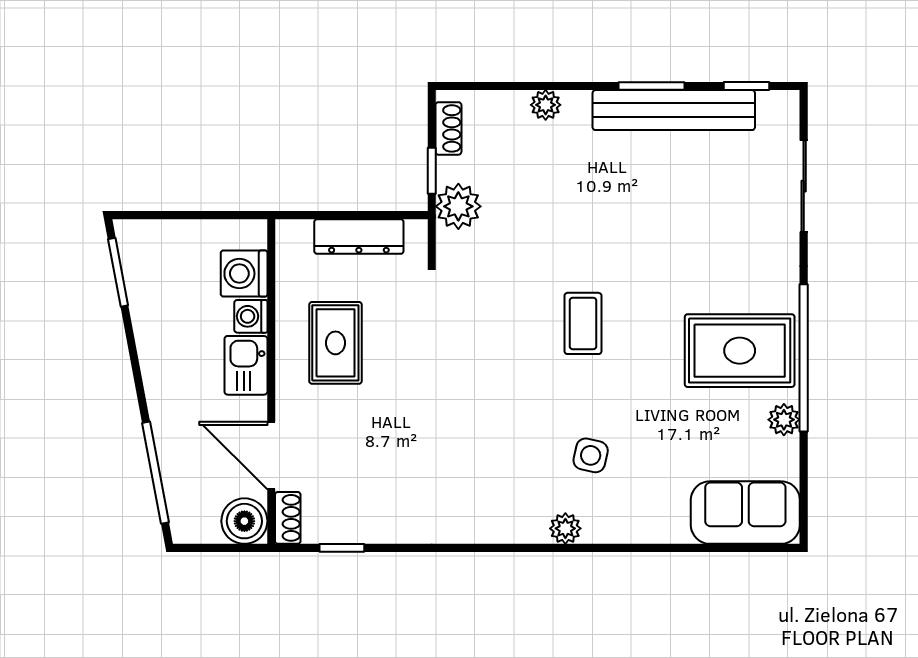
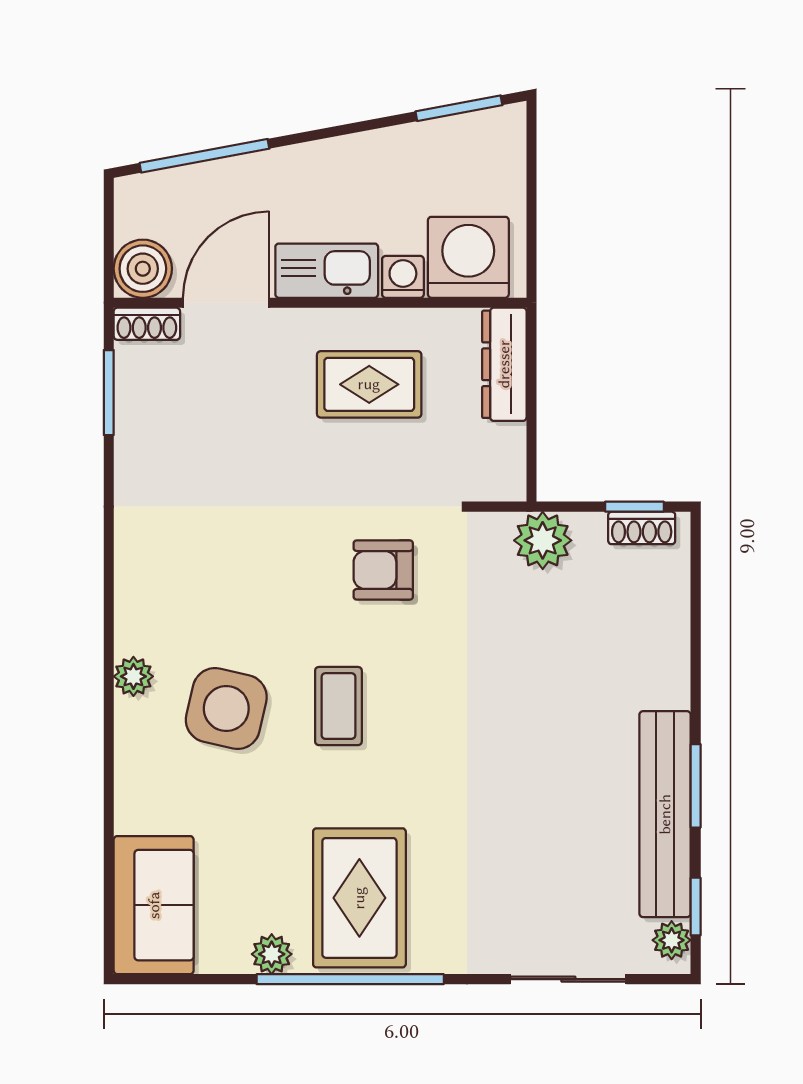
plant: (546, 105) -> (672, 940), moved
window: (432, 171) -> (634, 507), moved
dresser: (359, 236) -> (504, 364), moved
washing machine: (244, 274) -> (468, 257), width x1.37, depth x1.37
coffee table: (583, 323) -> (338, 706), moved, turned 90
armchair: (482, 332) -> (383, 570), added
kitchen sink: (246, 365) -> (327, 271), width x1.38
side table: (591, 455) -> (226, 708), width x1.87, depth x1.87
window: (342, 548) -> (109, 393), width x1.50

